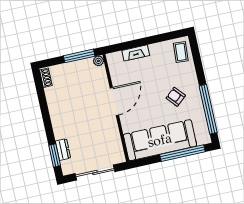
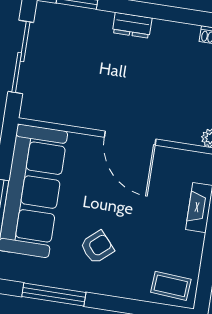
window: (208, 109) -> (54, 295), width x0.68
dresser: (63, 150) -> (132, 25), moved

